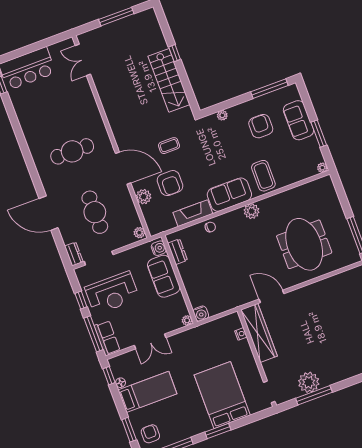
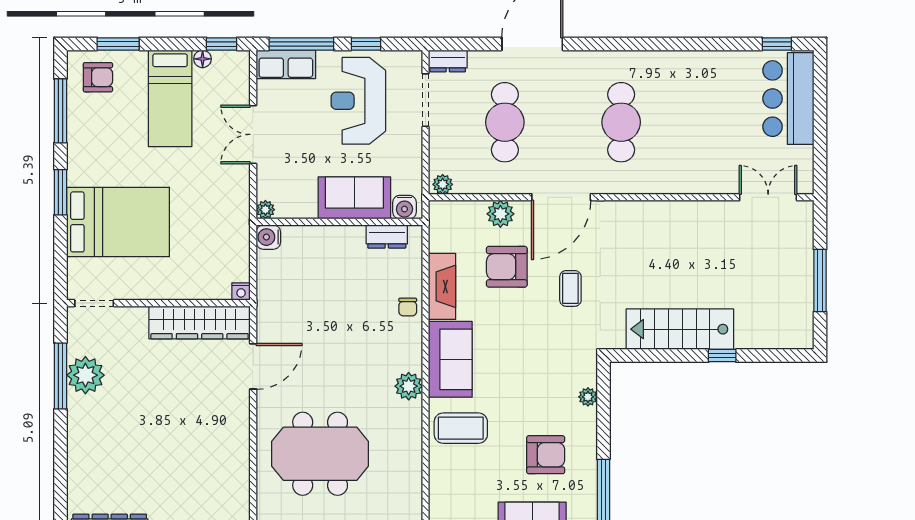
cafe table: (95, 212) -> (505, 122), turned 90
nightstand: (241, 334) -> (241, 292), moved

